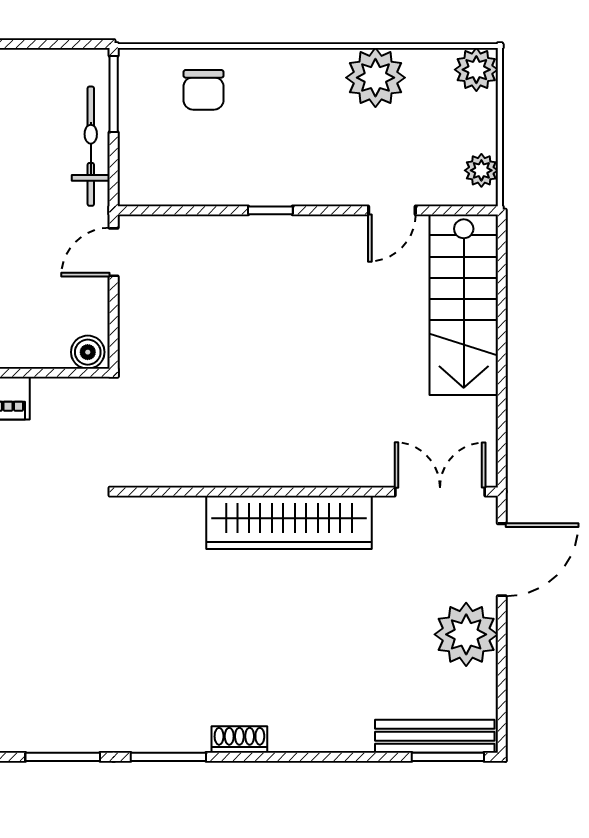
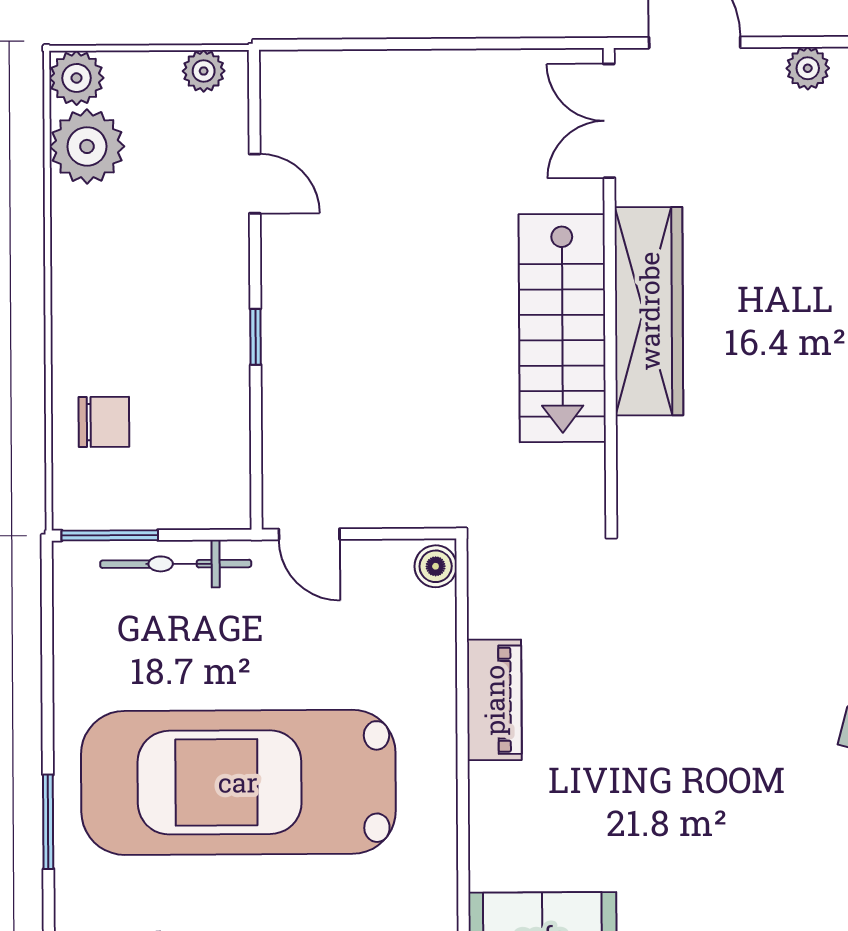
plant: (375, 78) -> (87, 146), moved
stairs: (464, 305) -> (562, 328), moved, turned 90
plant: (466, 634) -> (808, 68), width x0.53, depth x0.53

